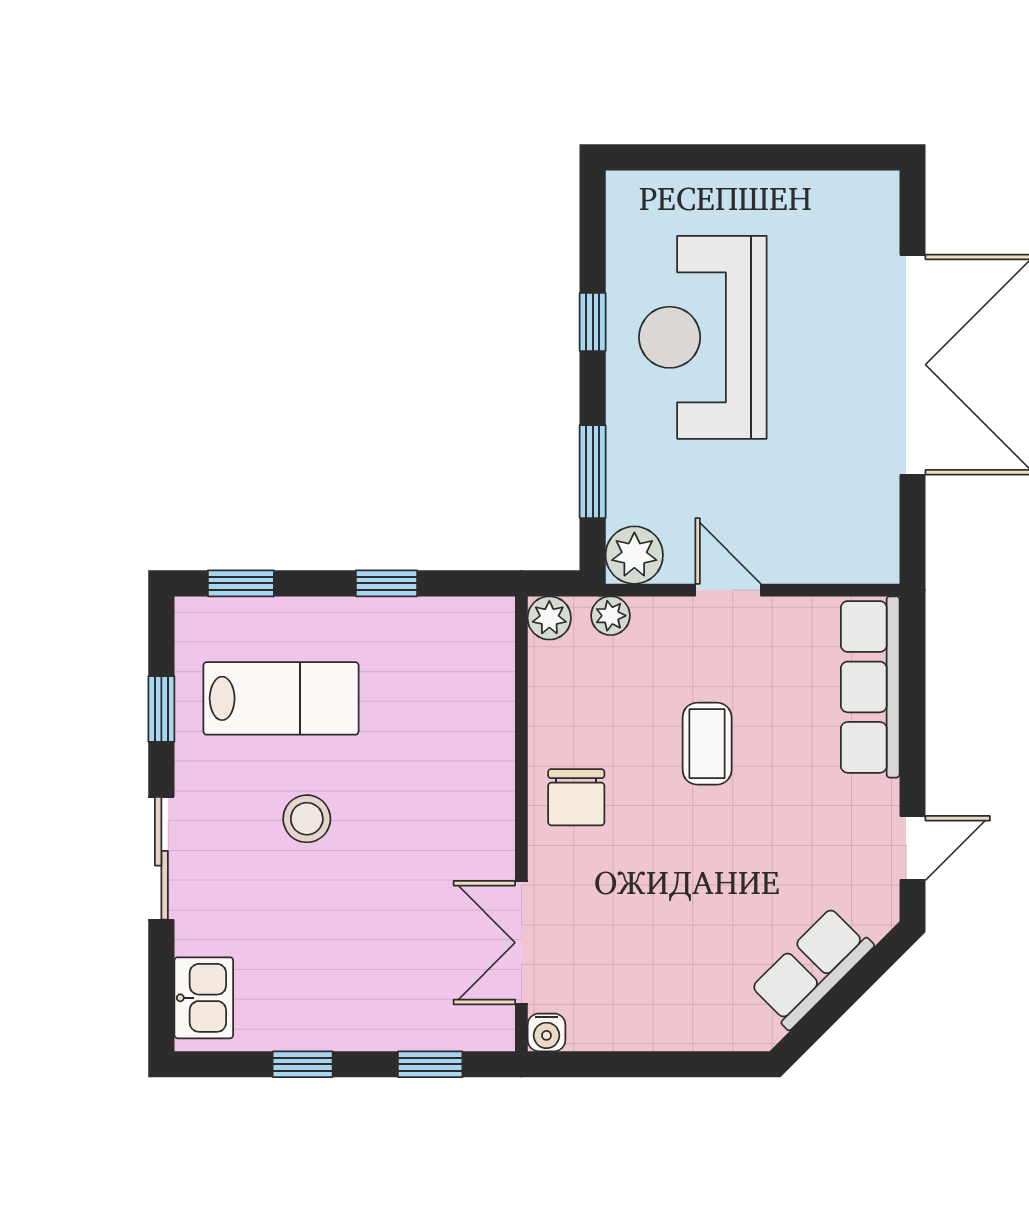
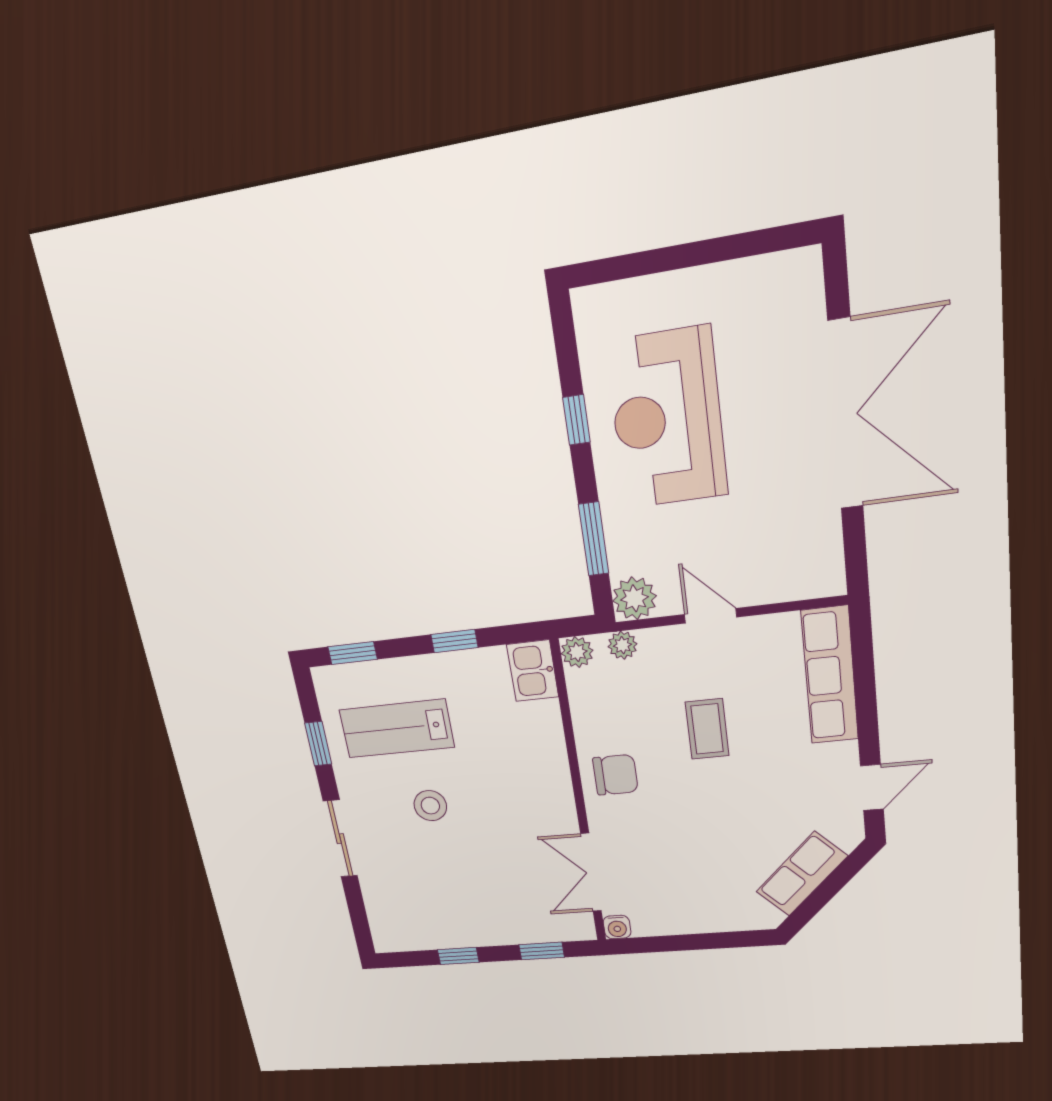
lab bench: (281, 698) -> (397, 729), turned 180
chair: (576, 797) -> (615, 775), turned -90
kitchen sink: (204, 998) -> (533, 671), moved, turned 180

